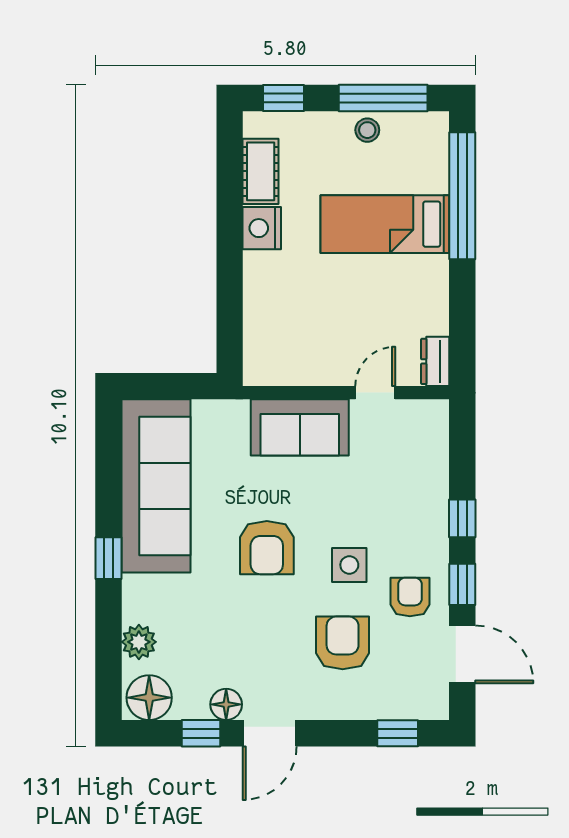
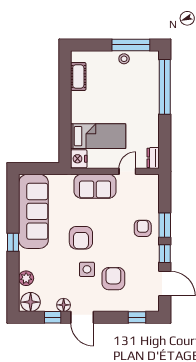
window: (284, 98) -> (88, 45), removed
bed: (385, 224) -> (98, 136), moved, turned 180
nightstand: (262, 228) -> (79, 159), moved
window: (462, 518) -> (165, 225), width x1.50
side table: (349, 565) -> (87, 269), moved
armchair: (410, 597) -> (143, 228), moved
door: (270, 733) -> (82, 317), hinge flipped

